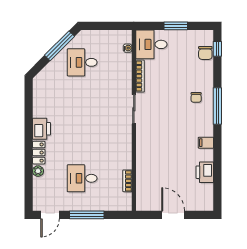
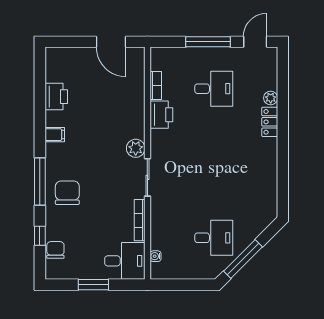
window: (217, 49) -> (40, 236), moved
chair: (196, 97) -> (67, 193), width x1.87, depth x1.87
printer: (41, 129) -> (161, 115), moved, turned 180
plant: (143, 132) -> (136, 148), added
door: (173, 215) -> (111, 42), moved

